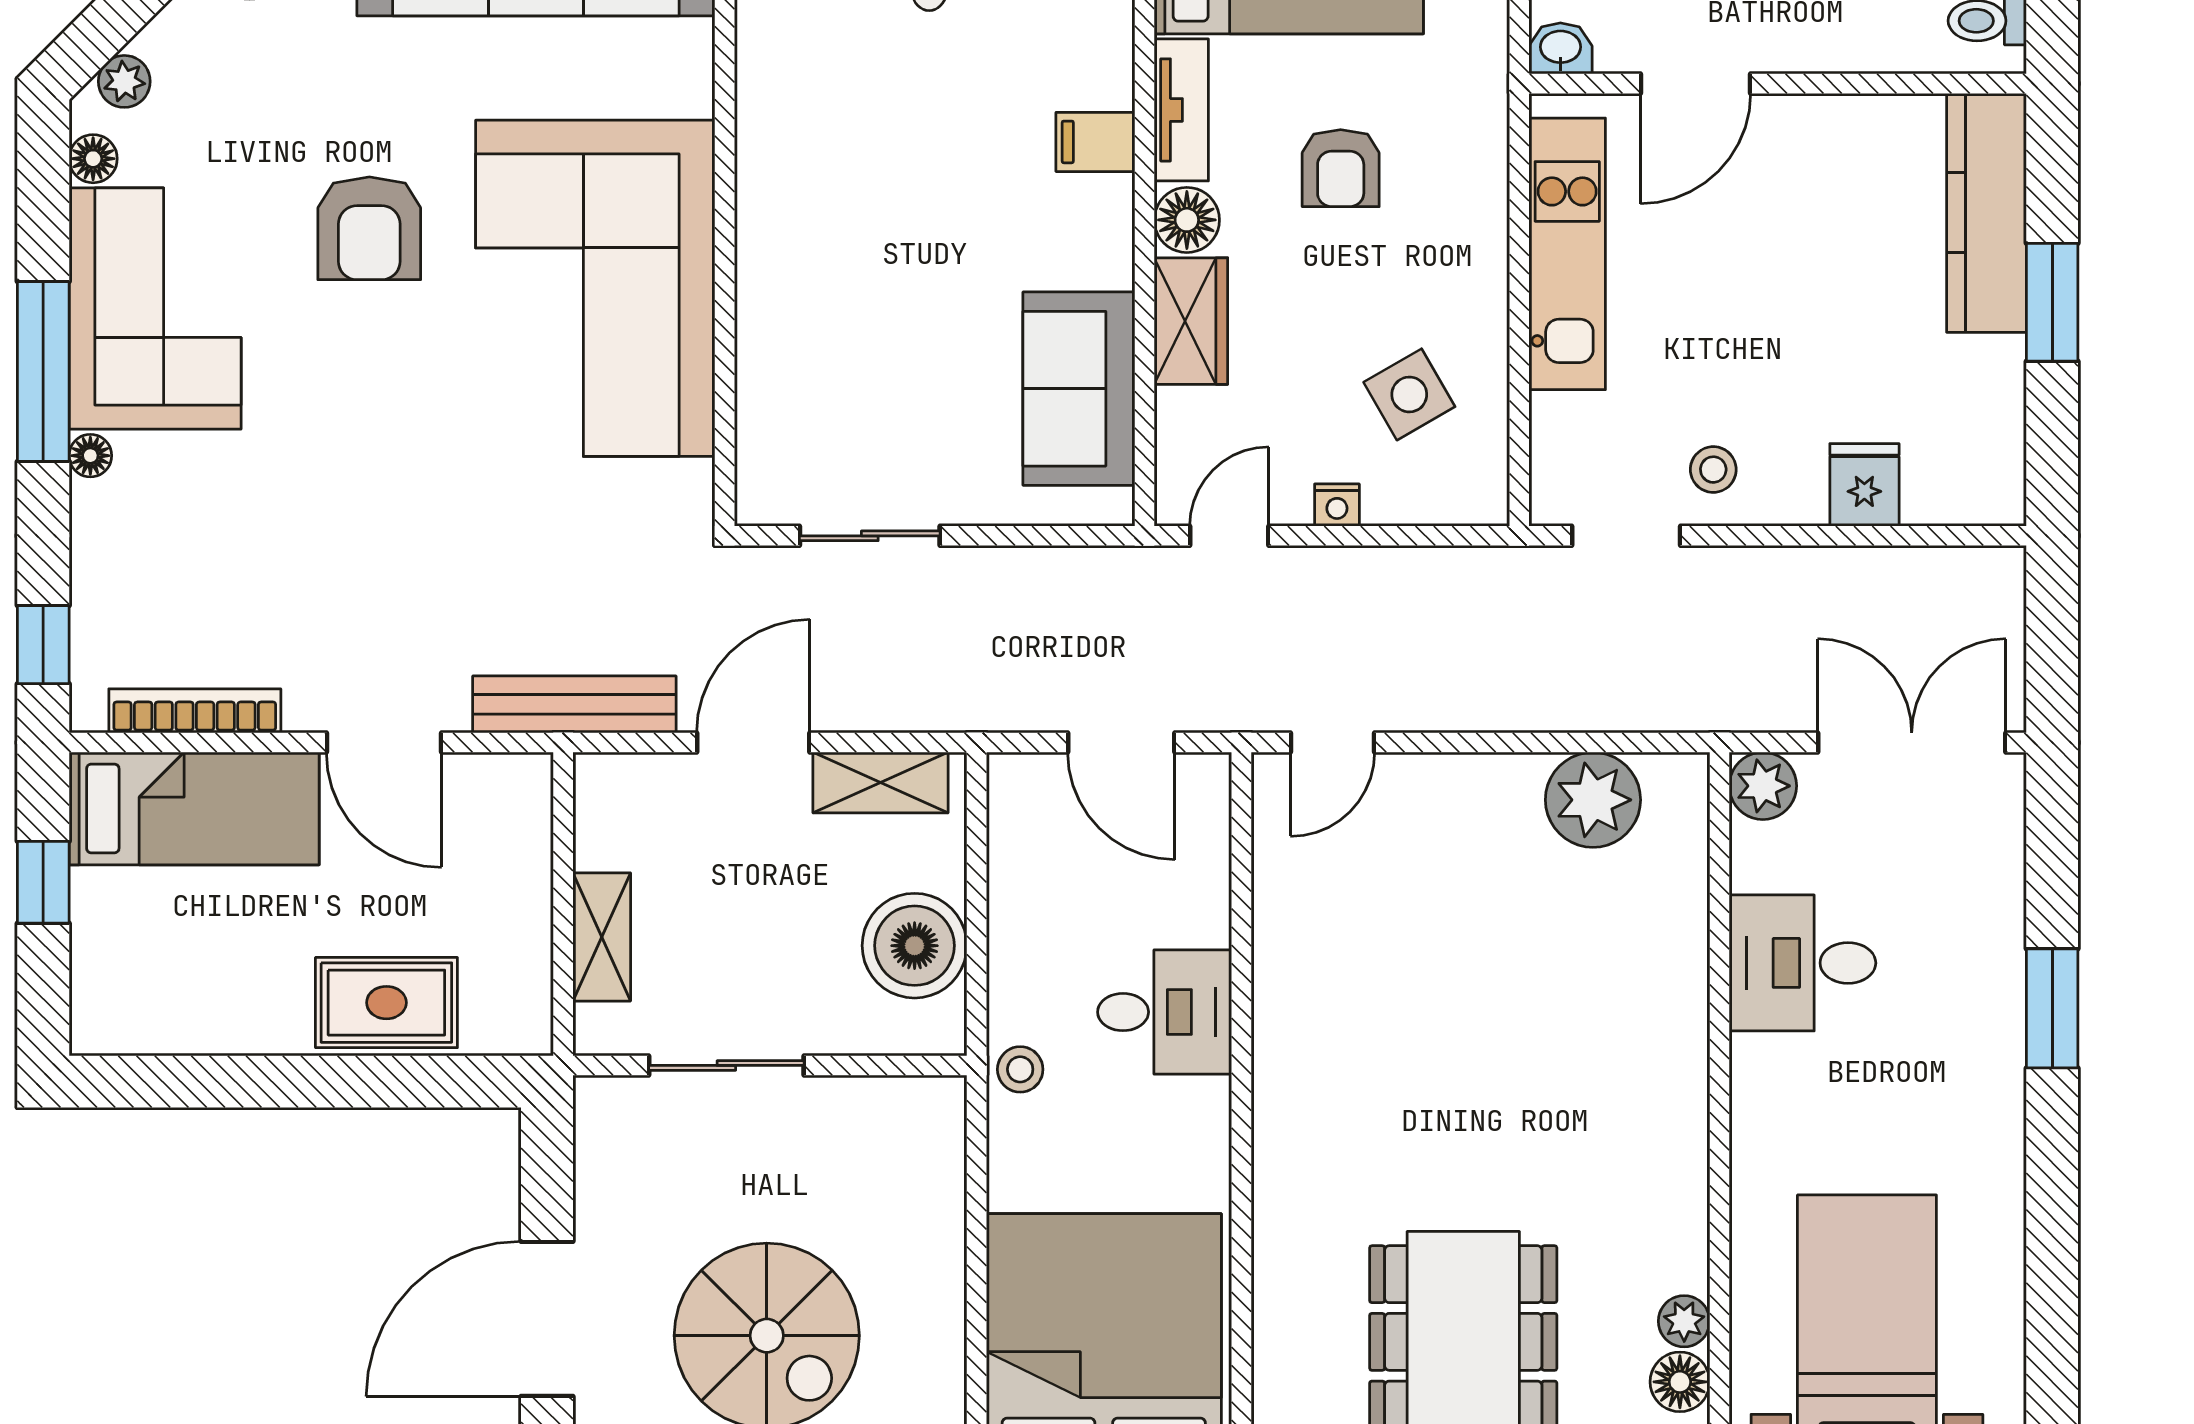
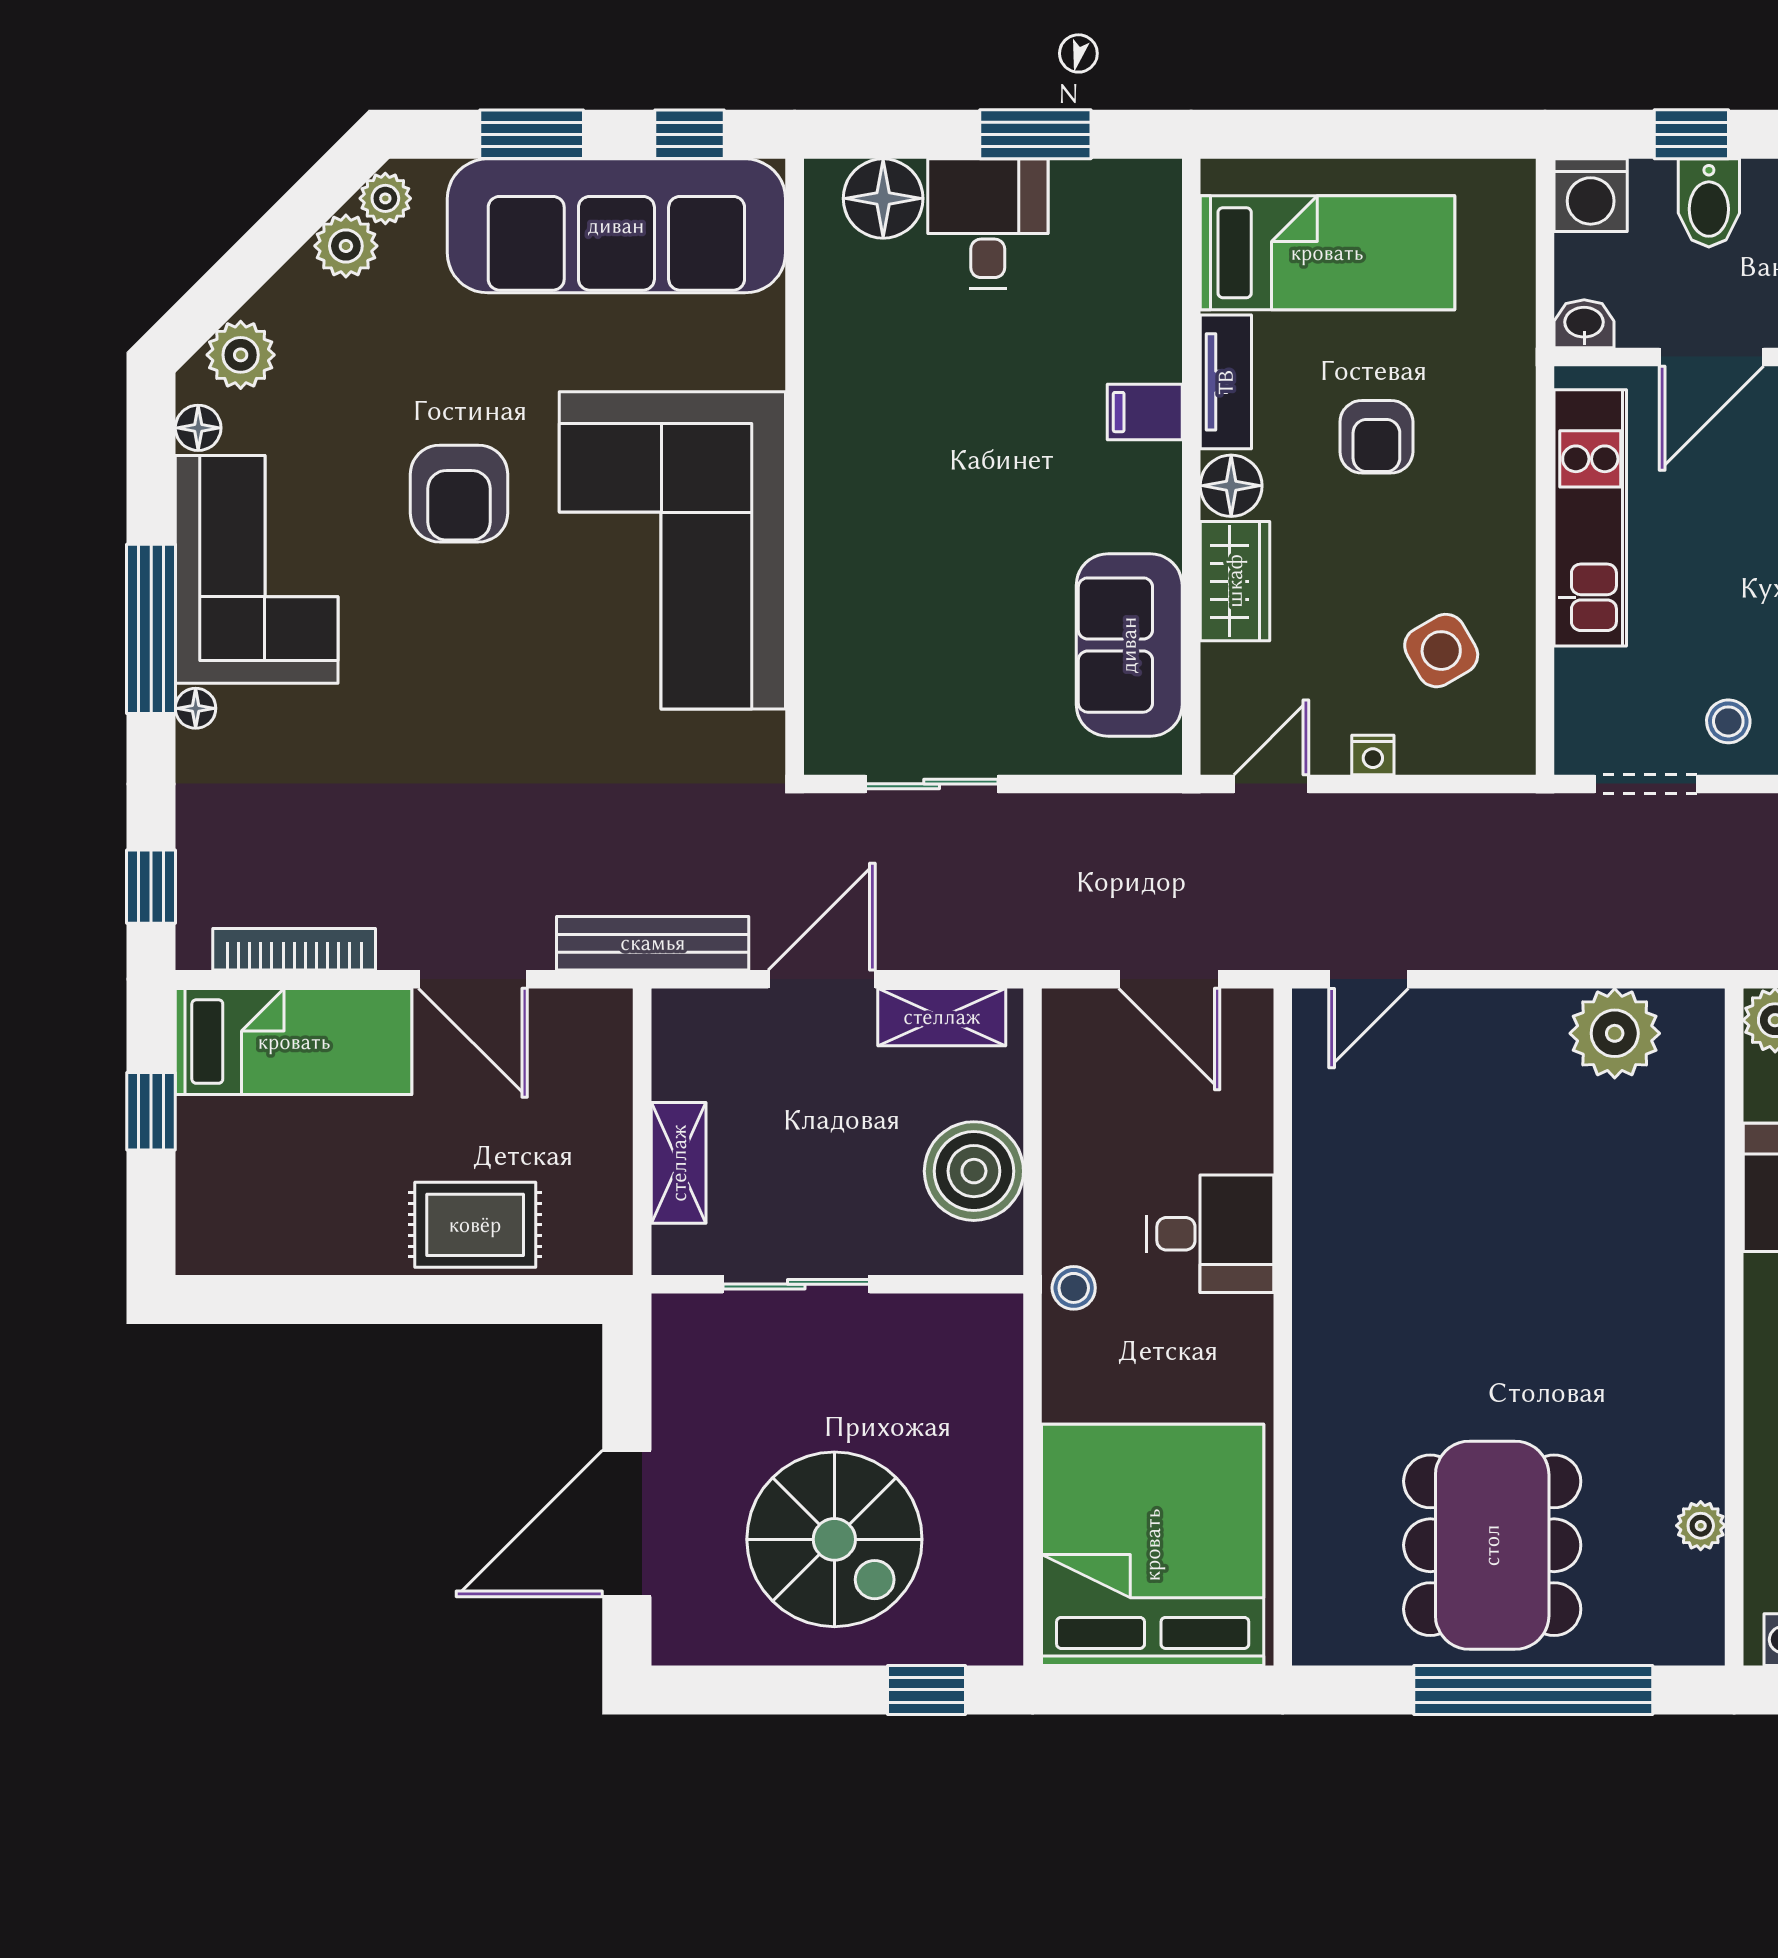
plant: (124, 81) -> (241, 355), width x1.38, depth x1.38
floor lamp: (1680, 1382) -> (1697, 1583), removed

